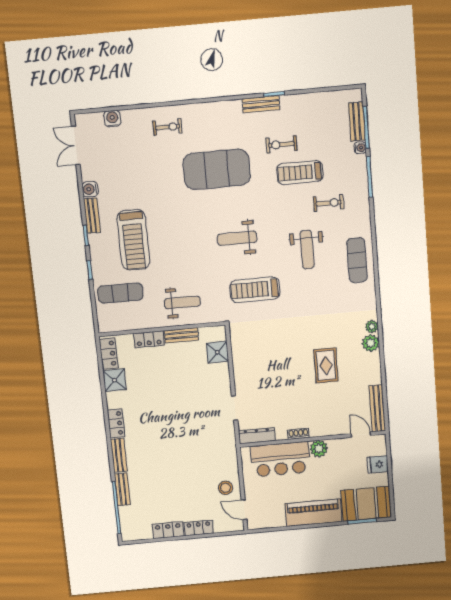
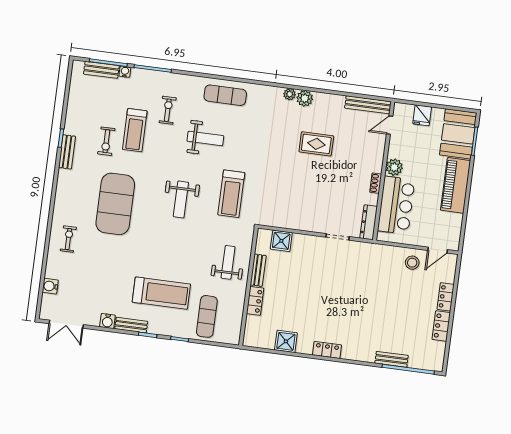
locker: (109, 354) -> (260, 341), removed
bench: (119, 455) -> (358, 355), removed

